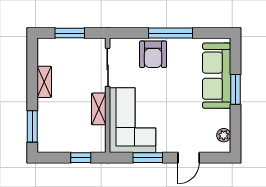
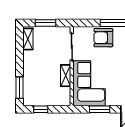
armchair: (153, 54) -> (103, 38), turned 90
shelving: (44, 82) -> (28, 39), moved
window: (81, 158) -> (41, 109), moved

